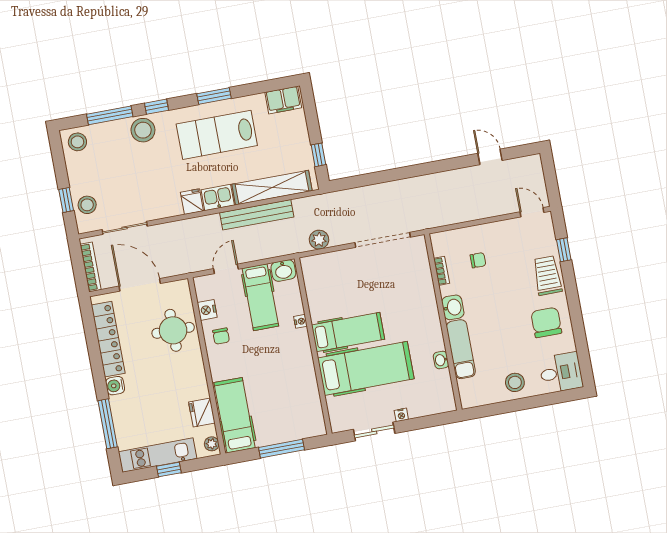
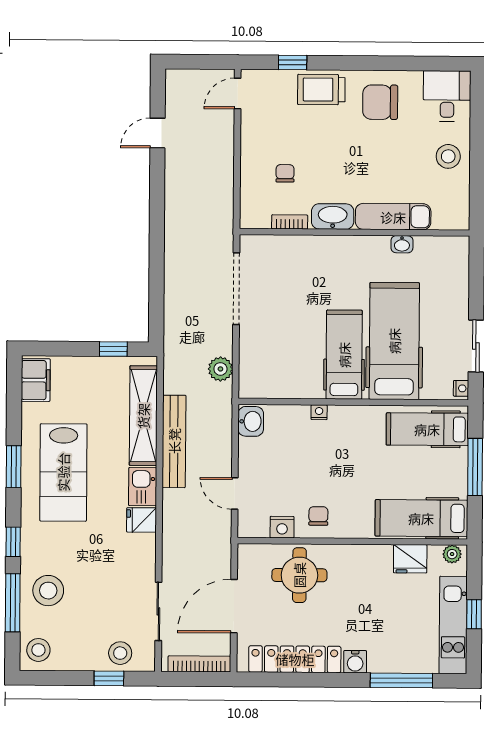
stool: (143, 130) -> (48, 591), moved
hospital bed: (260, 297) -> (427, 429), moved, turned 180
washbasin: (453, 307) -> (333, 216), width x1.38
chair: (221, 336) -> (318, 516), turned -90
nightstand: (401, 415) -> (461, 388), moved

